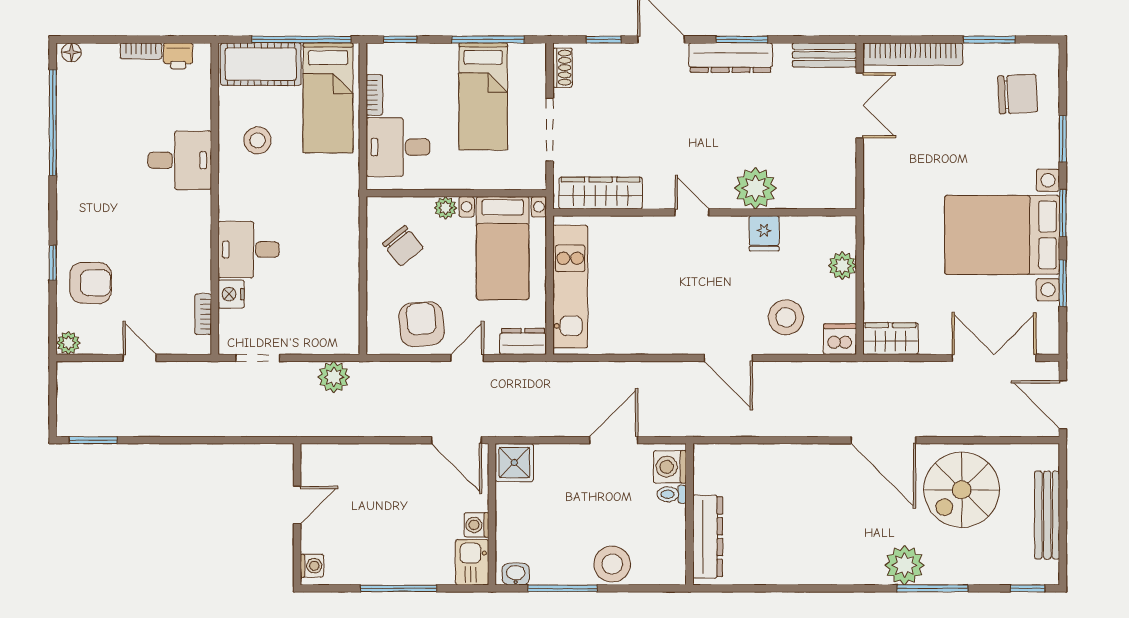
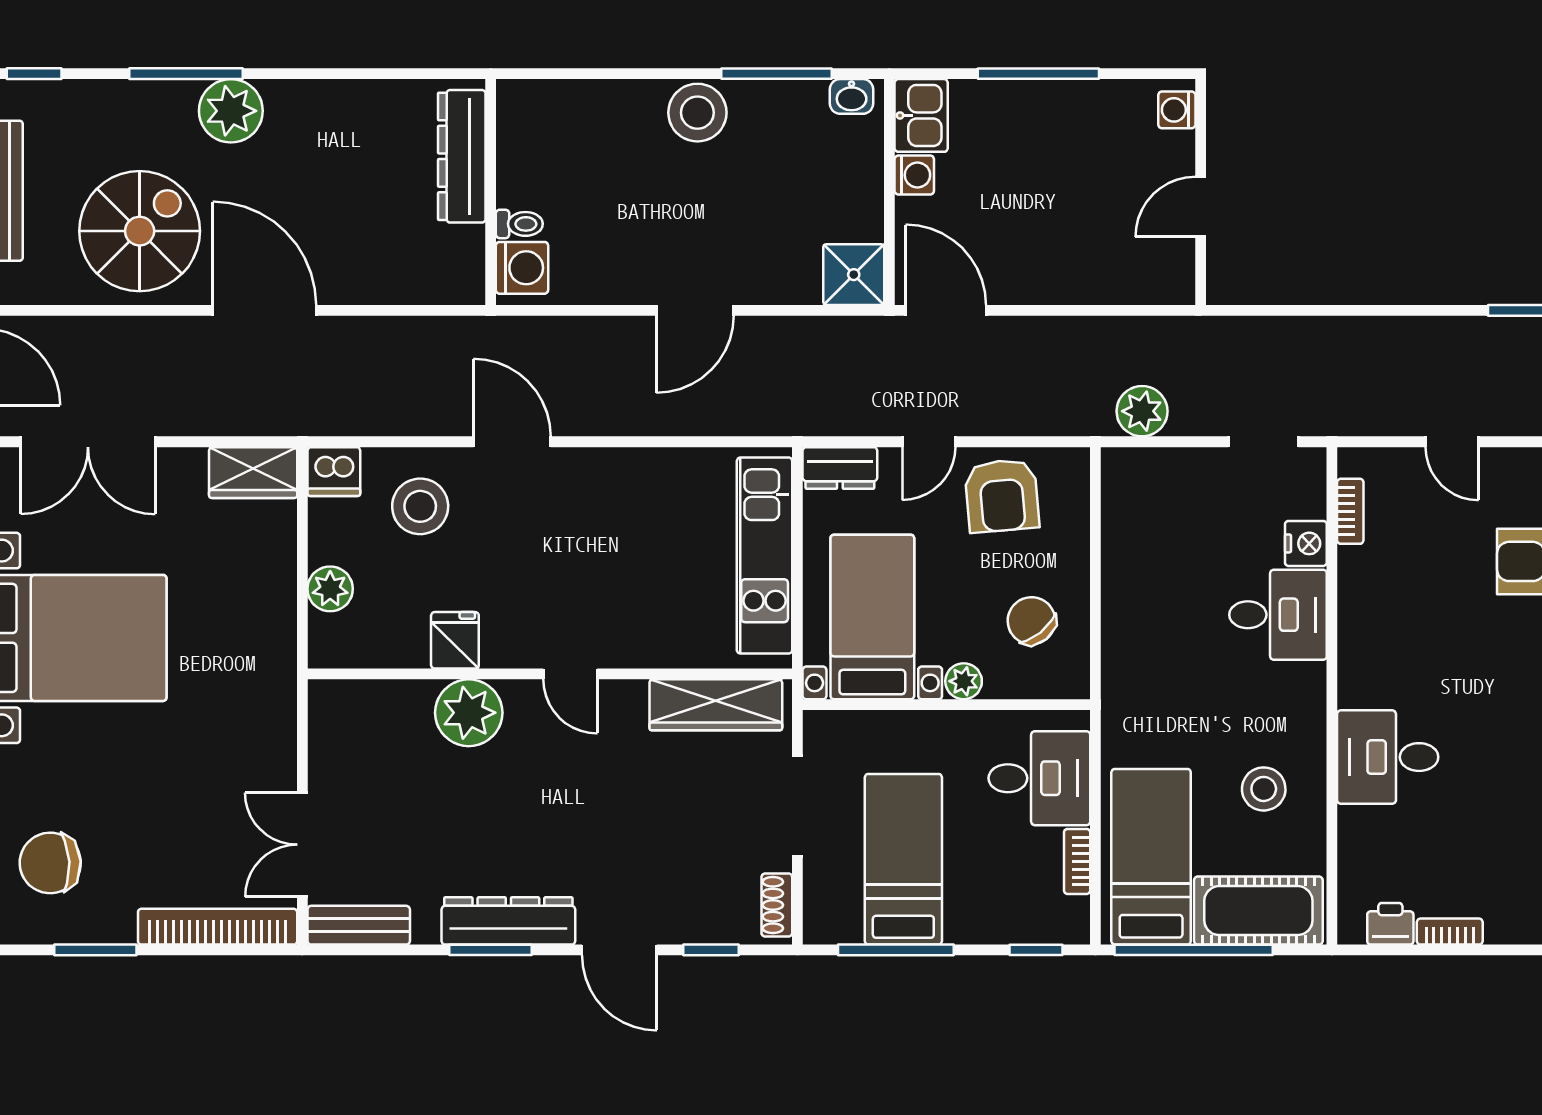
washing machine: (670, 467) -> (522, 268), moved
toilet: (672, 494) -> (519, 224), moved
wall: (690, 514) -> (491, 192), moved
dresser: (708, 537) -> (462, 156), moved

